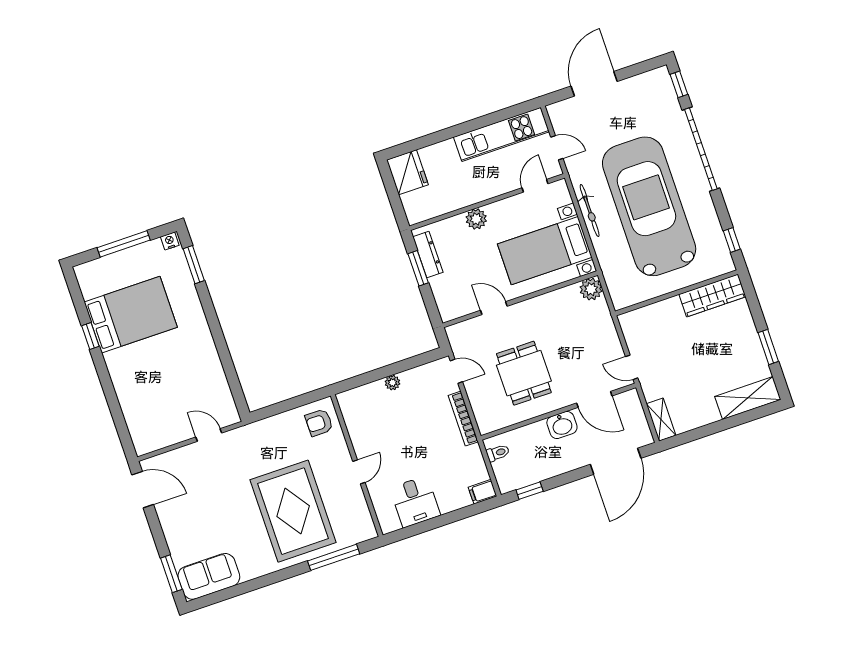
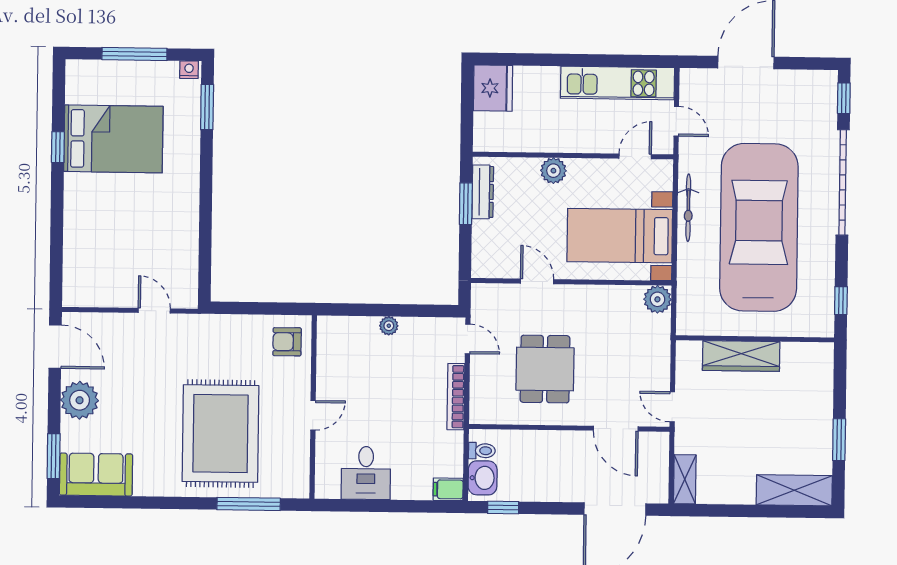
wardrobe: (712, 296) -> (741, 356), moved
washbasin: (562, 425) -> (483, 478), moved, turned -90
plant: (176, 524) -> (80, 400), added

